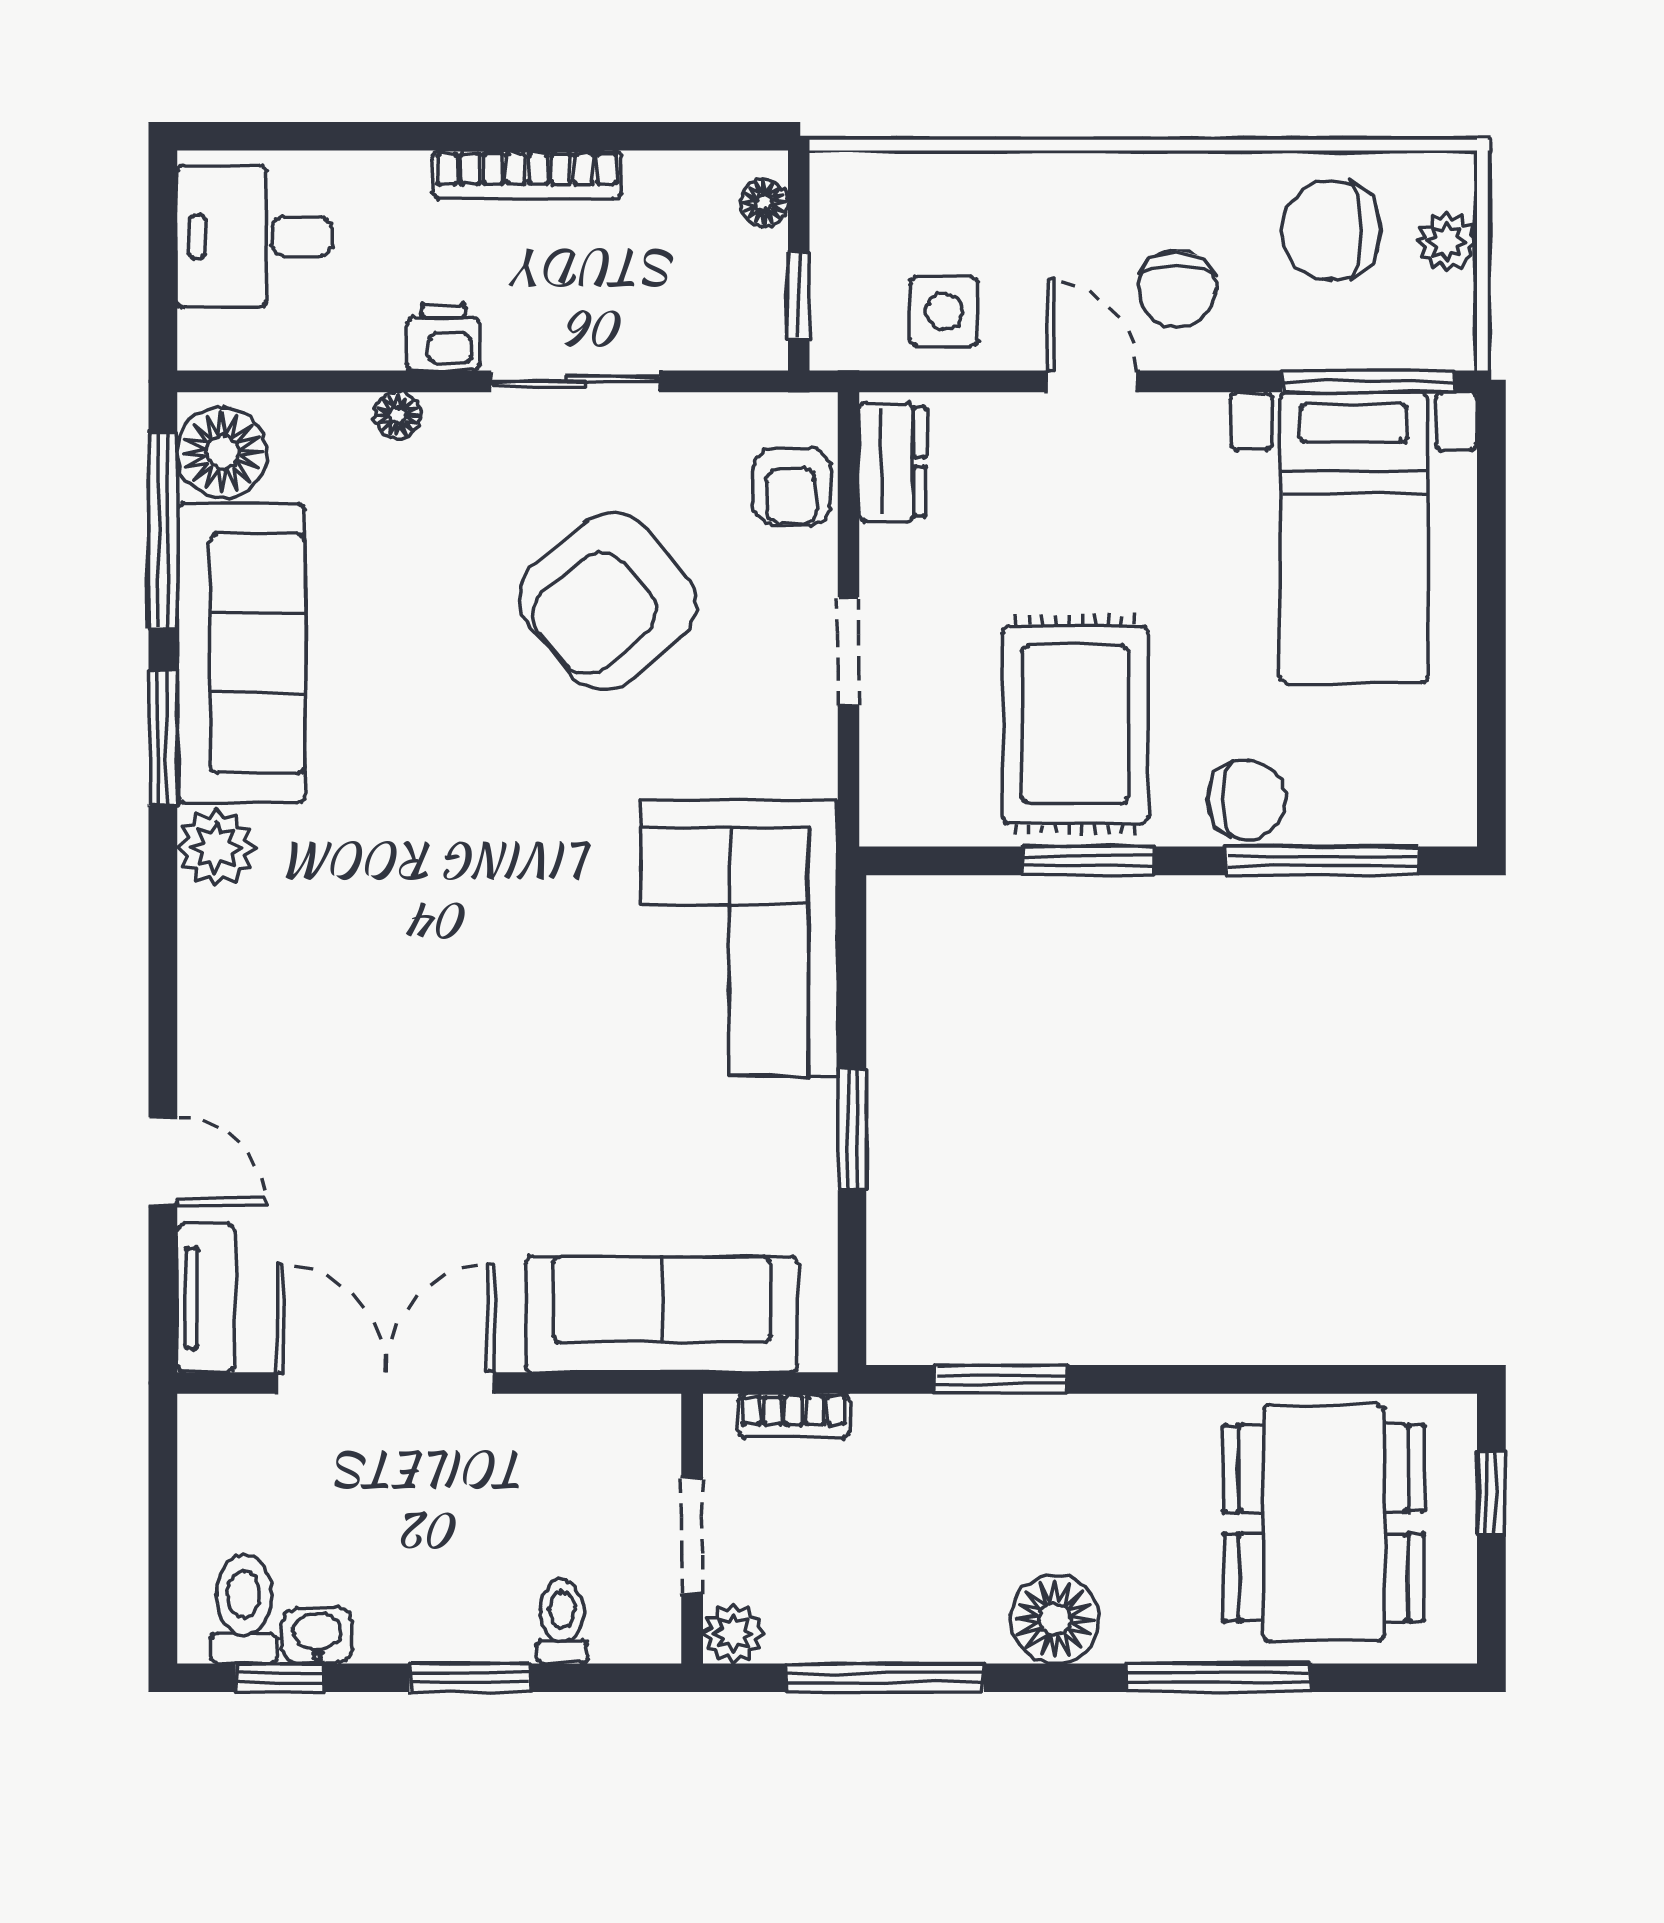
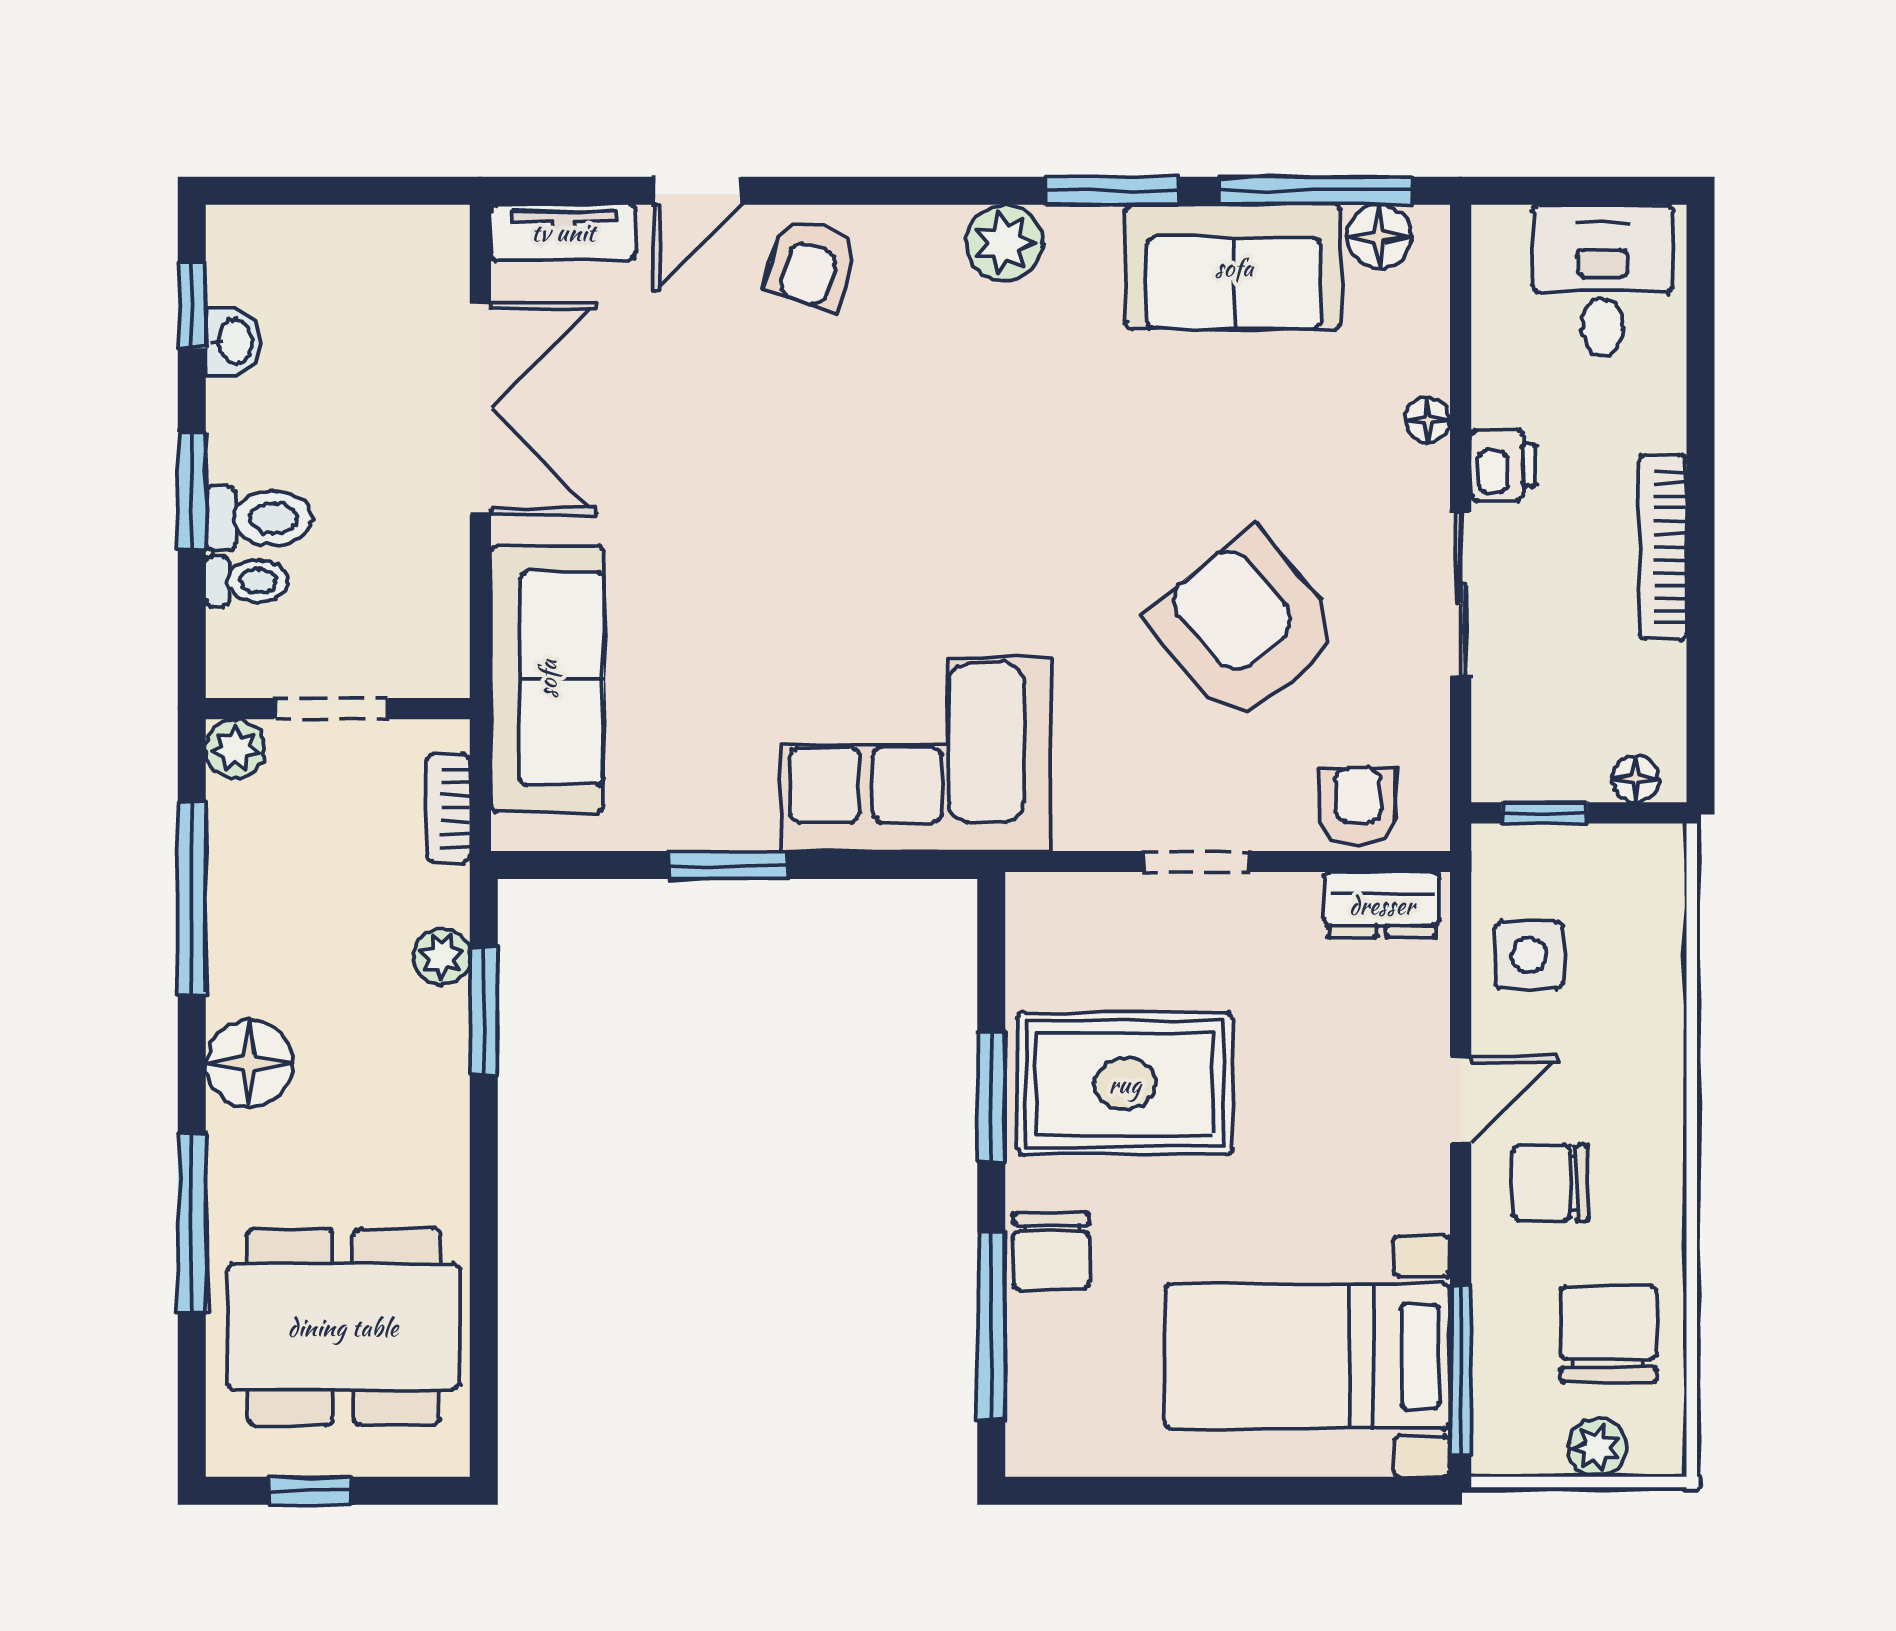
floor lamp: (222, 452) -> (1379, 237), width x0.73, depth x0.73
armchair: (792, 487) -> (1358, 806), turned 90
sofa: (241, 653) -> (1234, 267), width x0.73
armchair: (237, 1045) -> (811, 263), added
plant: (946, 1422) -> (442, 957), added
window: (1491, 1493) -> (310, 1491), moved
toilet: (244, 1609) -> (259, 518), moved

